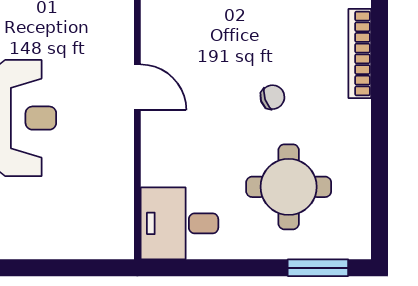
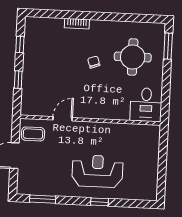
bookcase: (360, 53) -> (77, 24), width x0.64
door: (137, 87) -> (63, 119), moved

